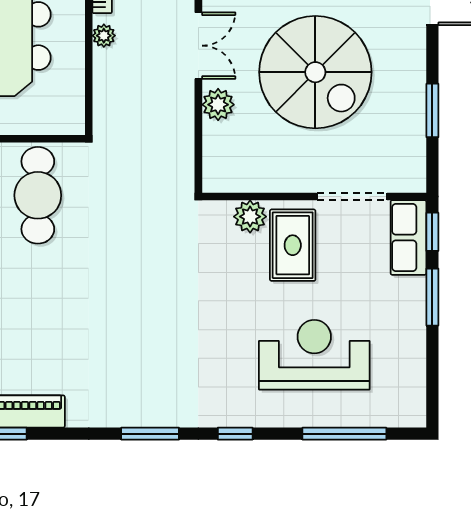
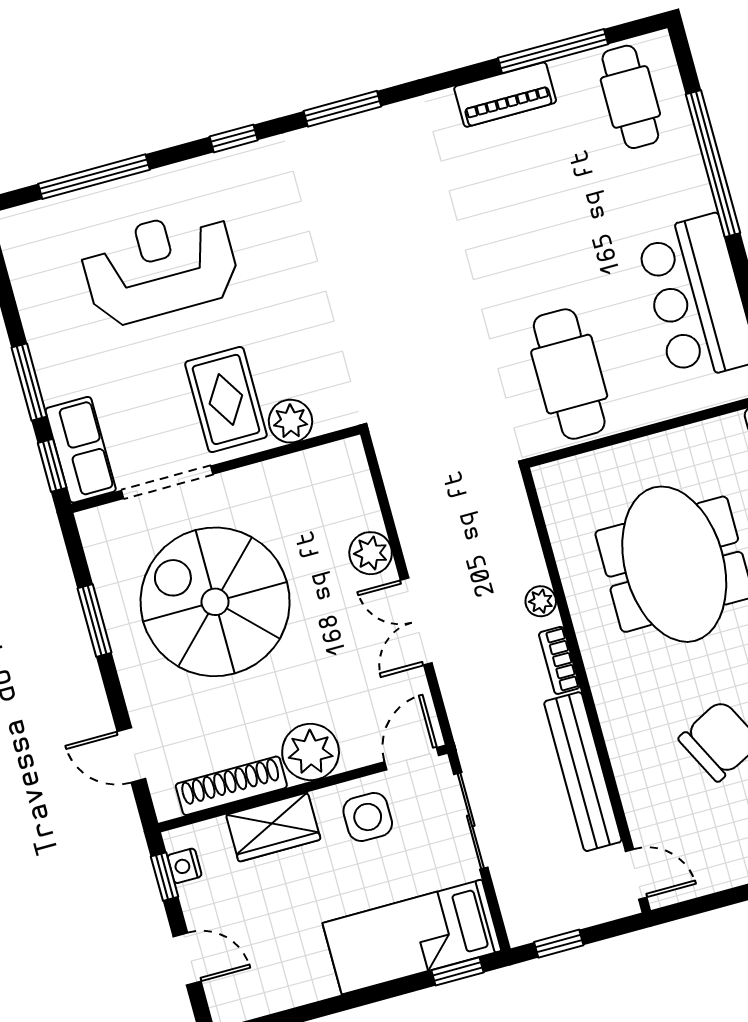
spiral stairs: (315, 72) -> (215, 602), moved
reception desk: (314, 355) -> (160, 267), turned 180

